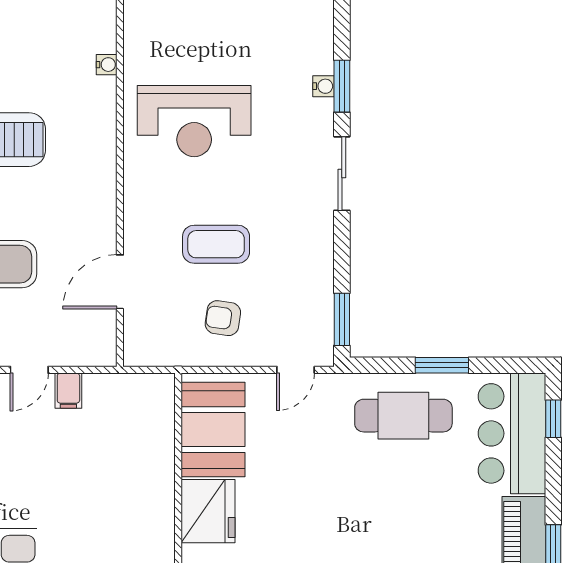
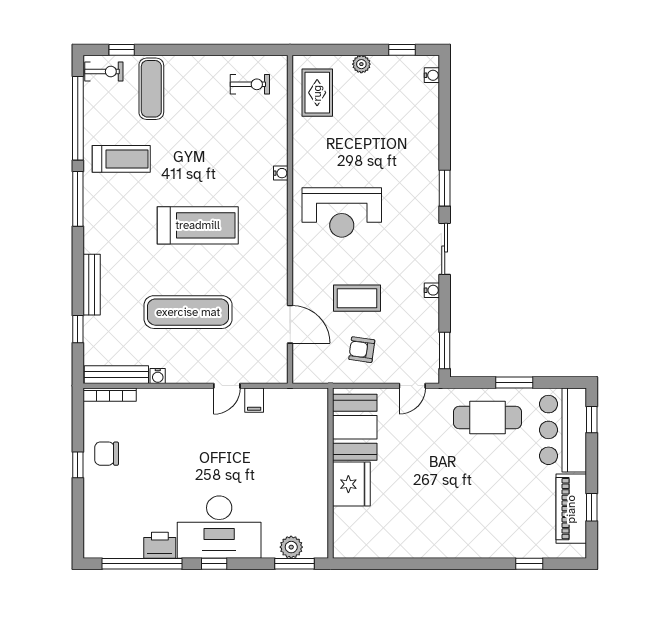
water cooler: (324, 86) -> (432, 290), moved
door: (120, 282) -> (290, 324), swing flipped

